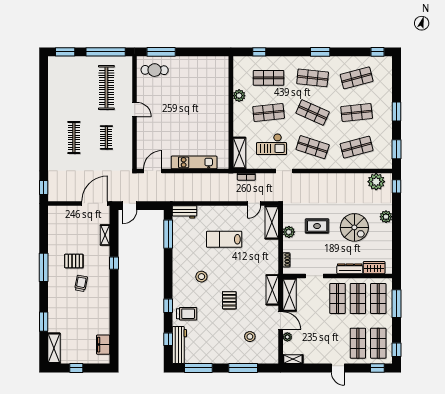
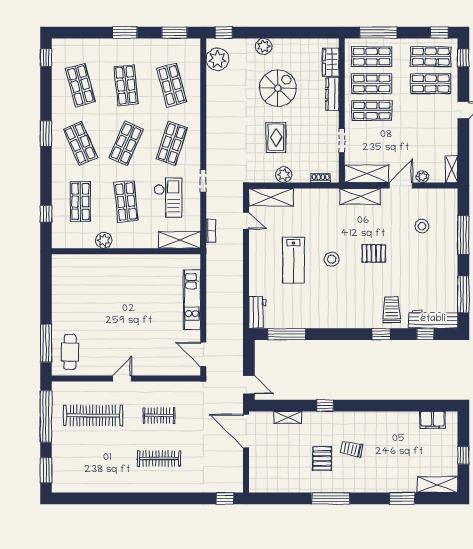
shop shelf: (313, 78) -> (80, 143), turned -30
stool: (201, 277) -> (332, 259), moved

